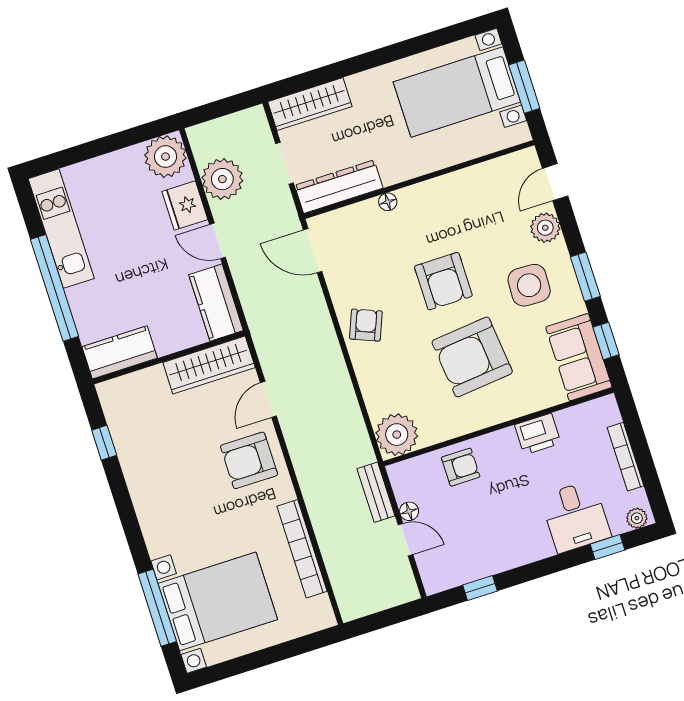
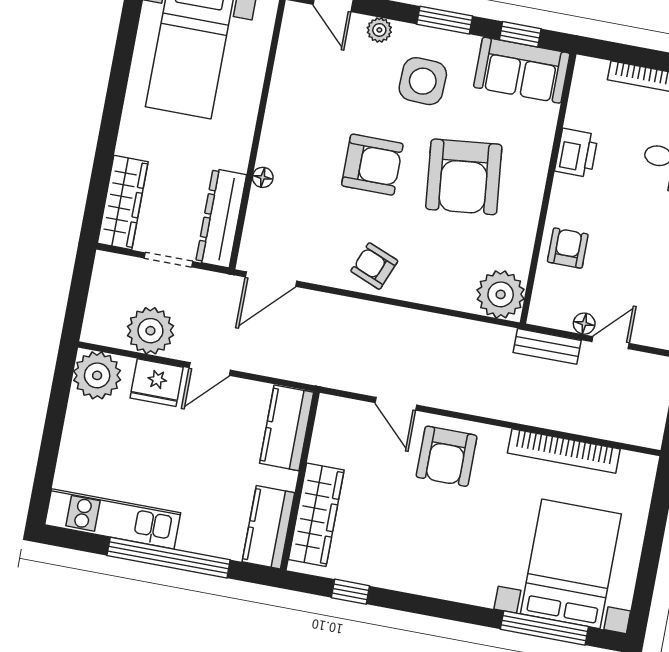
plant: (545, 228) -> (379, 30), width x0.73, depth x0.73
kitchen counter: (216, 303) -> (287, 428), moved, turned 90
wardrobe: (209, 365) -> (316, 515), moved

